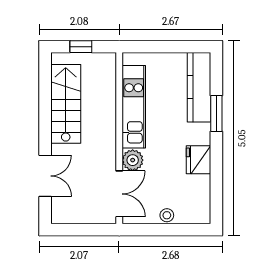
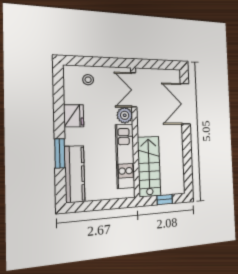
stairs: (66, 104) -> (149, 166), moved, turned 180
double door: (45, 176) -> (185, 104), width x1.37
stool: (167, 215) -> (88, 80), moved

